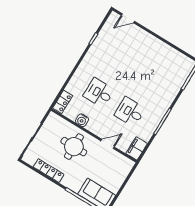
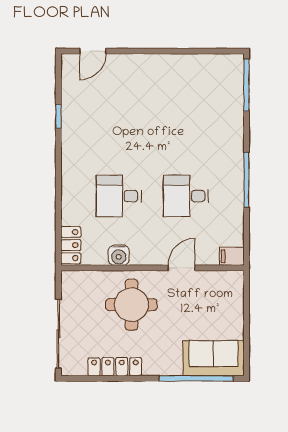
filing cabinet: (137, 148) -> (232, 256), width x0.50

